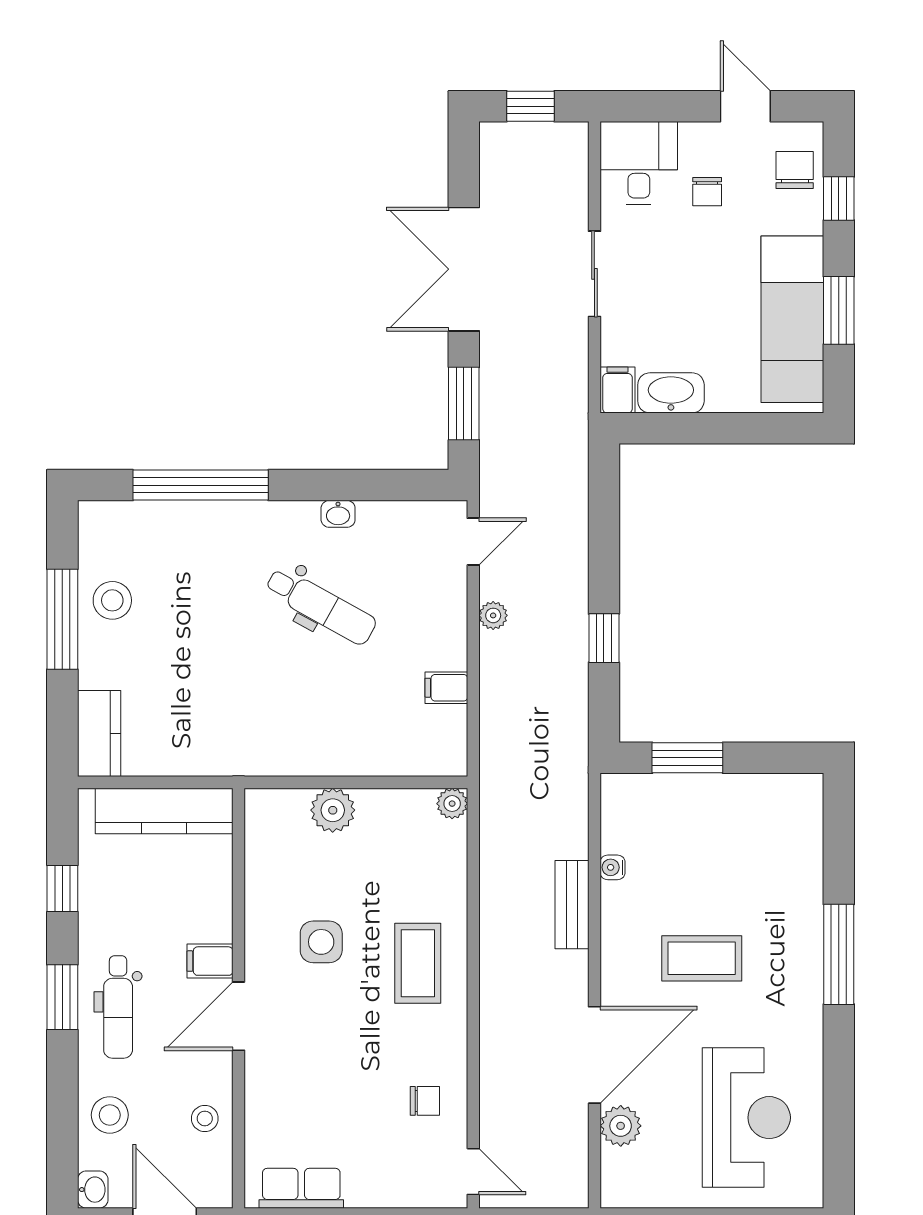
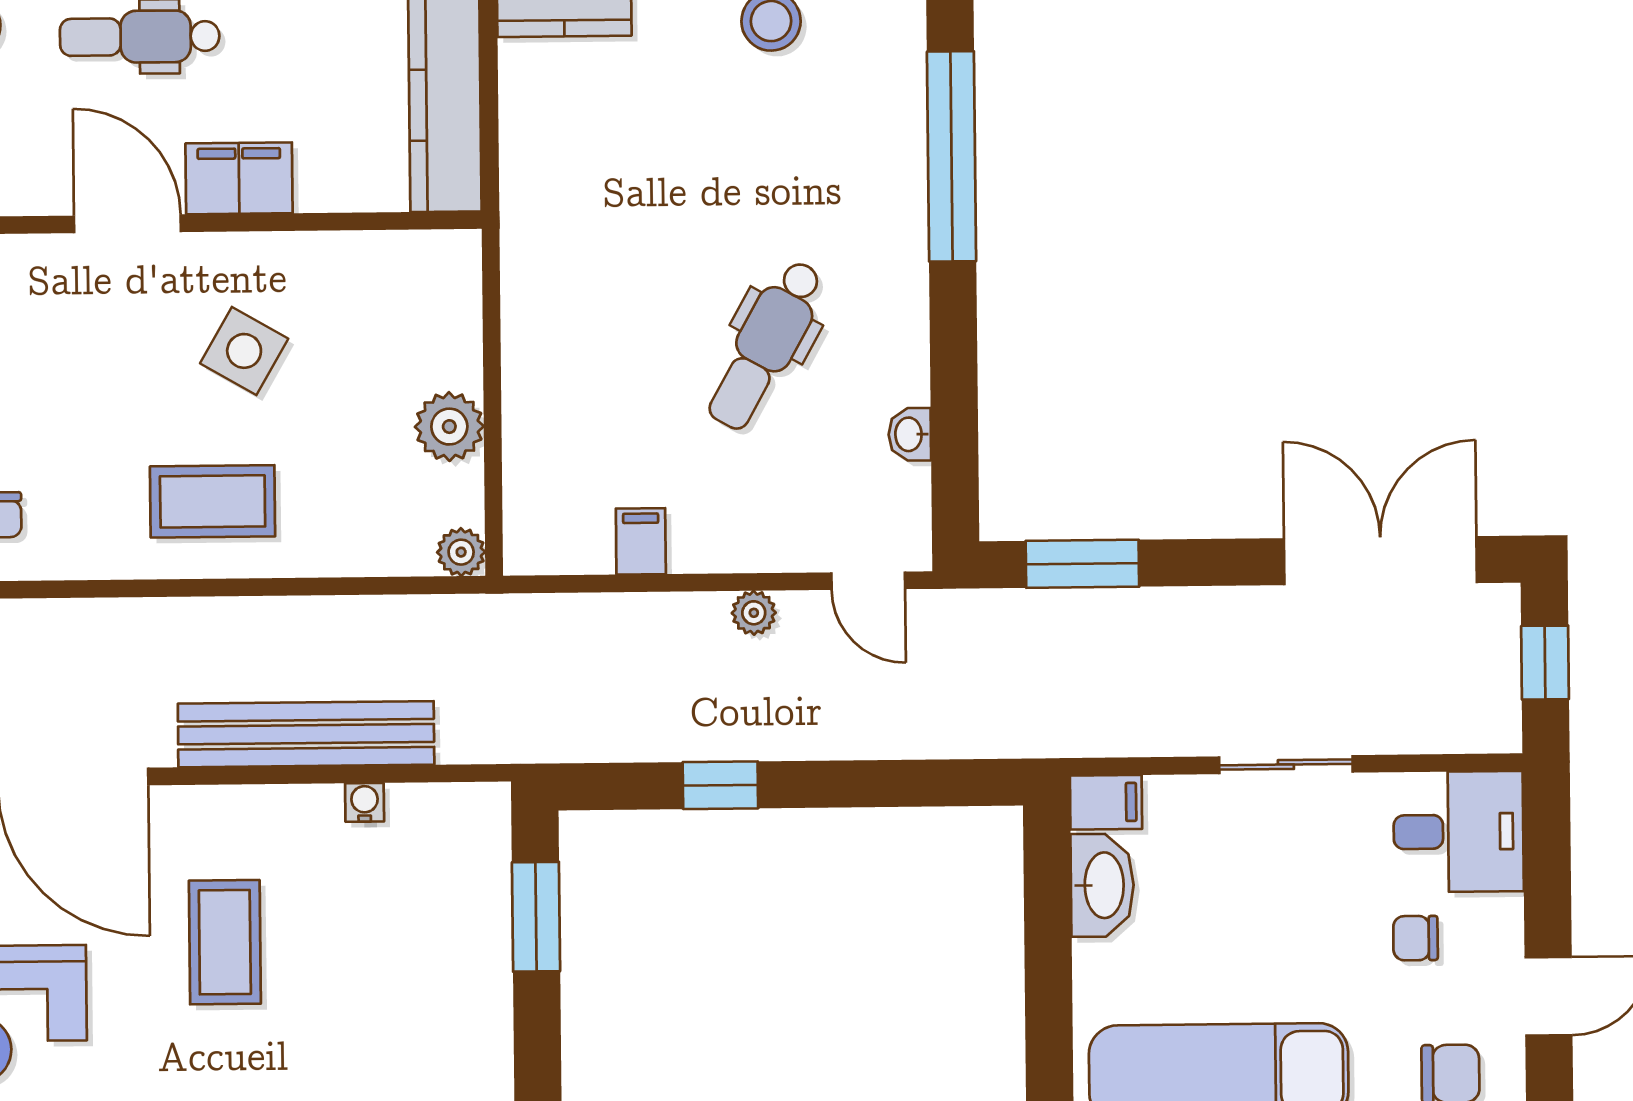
double door: (464, 269) -> (1380, 561), moved
washbasin: (338, 514) -> (910, 434), moved
plant: (333, 810) -> (449, 427), moved
bench: (572, 905) -> (306, 734), width x1.86, depth x1.21
side table: (321, 942) -> (244, 351), turned 30
filing cabinet: (210, 961) -> (239, 178), width x2.00

